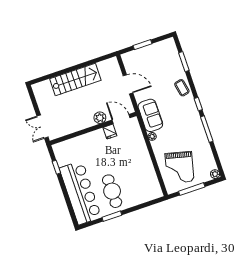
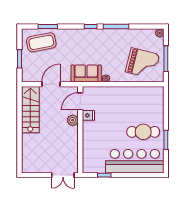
stairs: (75, 79) -> (30, 110), moved
coffee table: (182, 88) -> (41, 42), moved, width x1.86, depth x1.72

